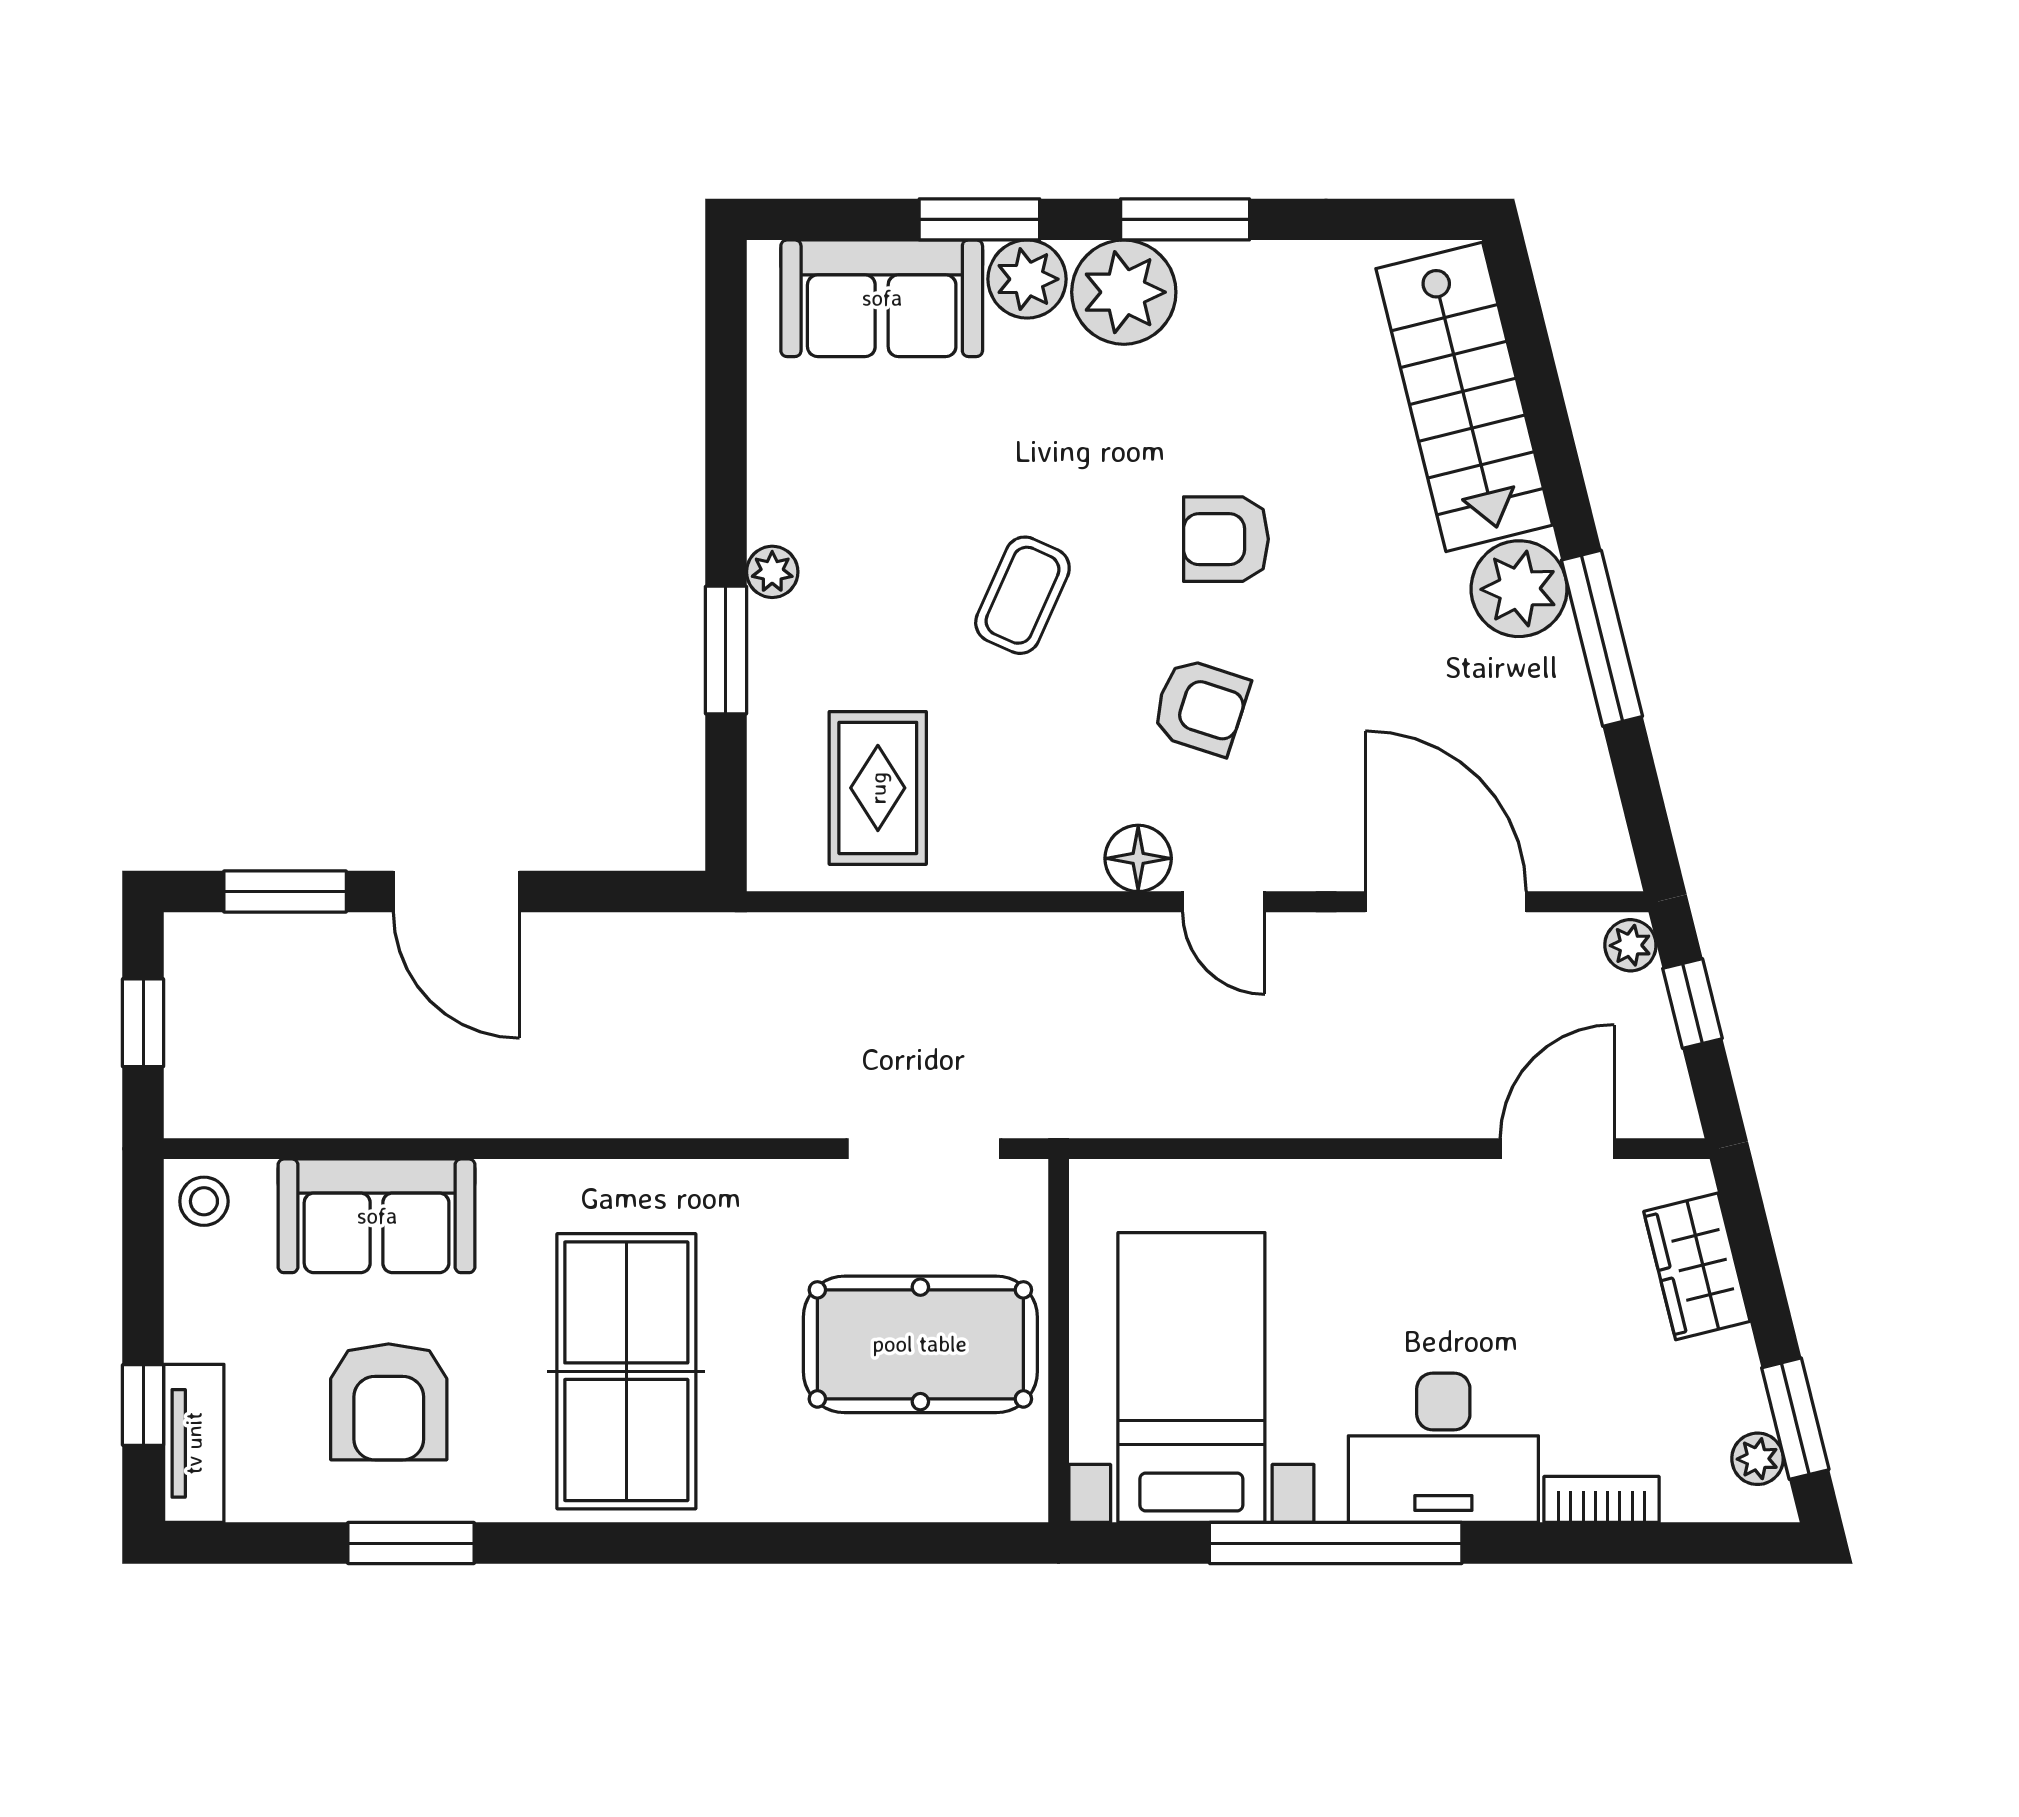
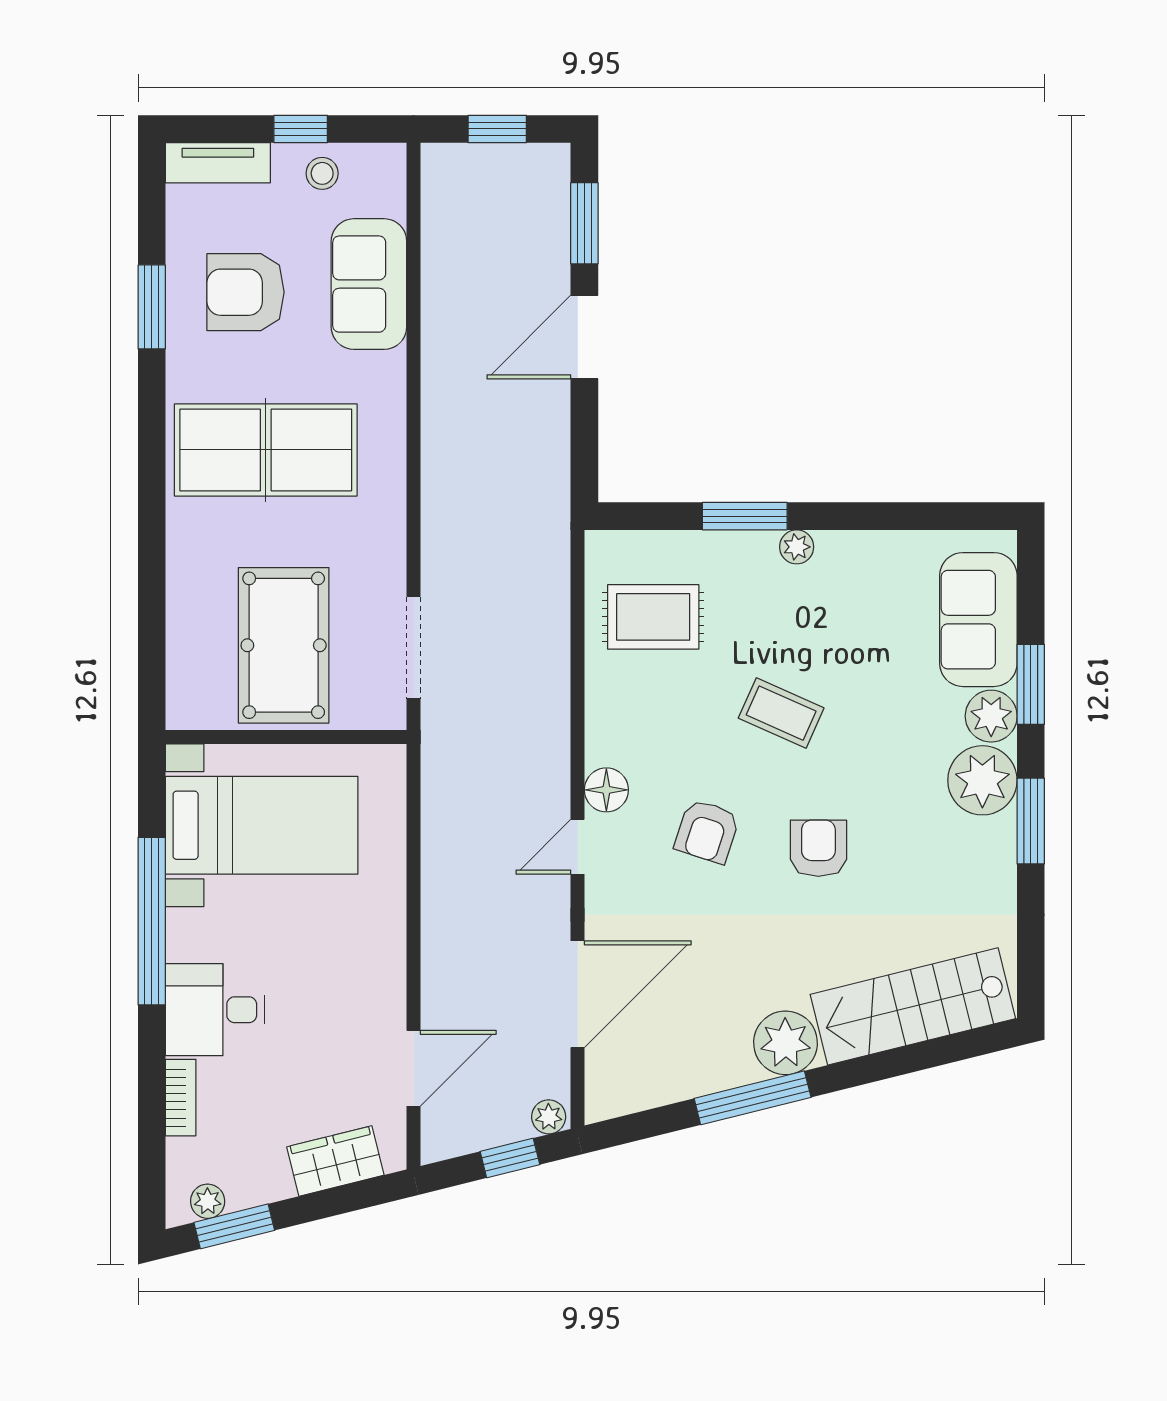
door: (1557, 1149) -> (414, 1068), hinge flipped
stool: (204, 1201) -> (322, 173), moved
window: (143, 1405) -> (301, 129), moved
desk: (1443, 1448) -> (215, 1010), width x0.73

